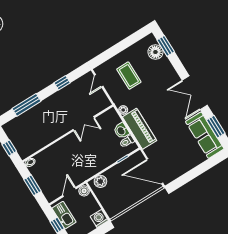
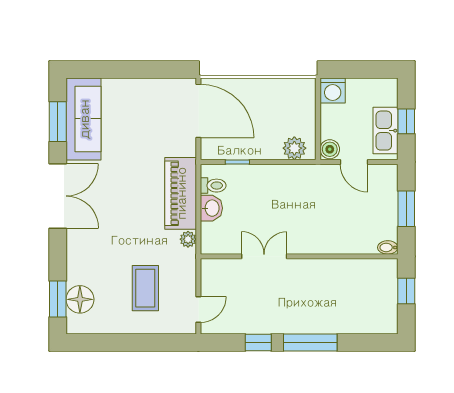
window: (26, 105) -> (310, 342), moved
door: (69, 192) -> (354, 162), hinge flipped

